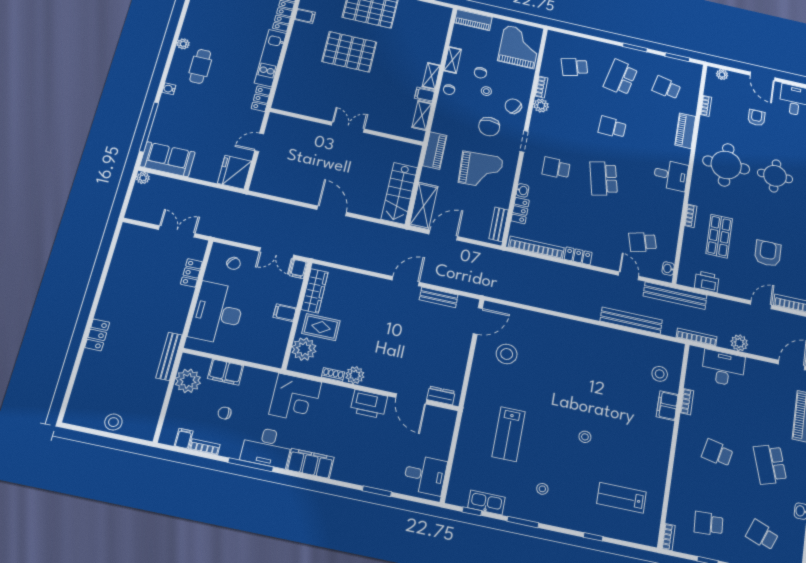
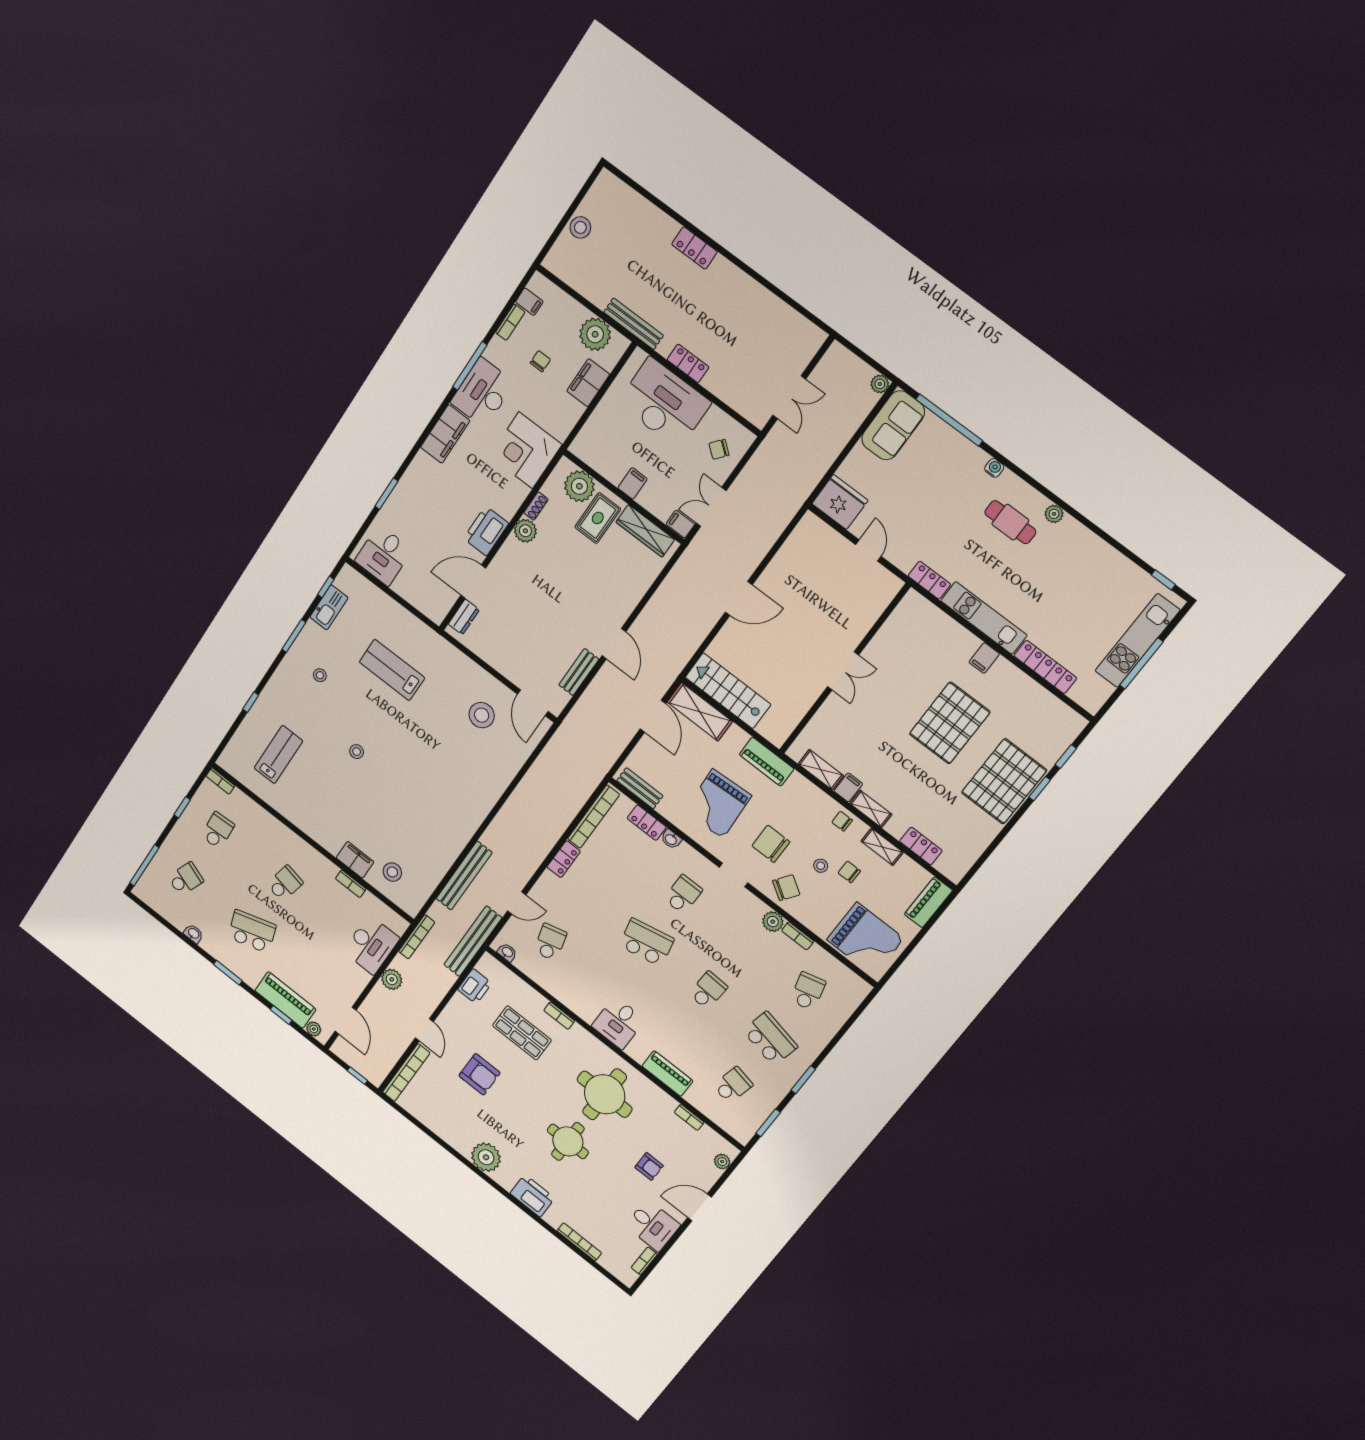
filing cabinet: (305, 16) -> (984, 658), moved
locker: (439, 38) -> (921, 846), added
locker: (191, 273) -> (688, 363), moved

